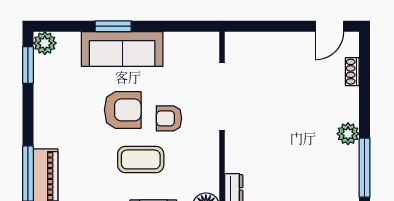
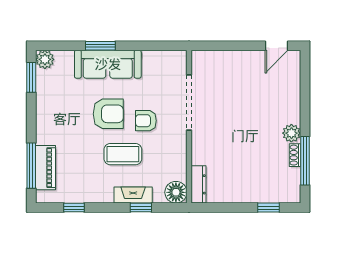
shoe rack: (352, 72) -> (295, 155), moved

